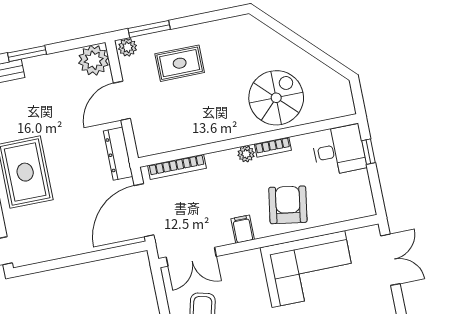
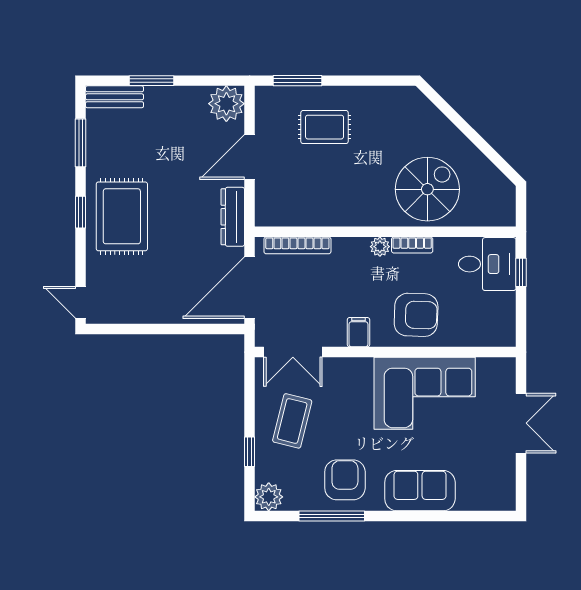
plant: (128, 47) -> (268, 97), removed
armchair: (288, 205) -> (416, 315), turned 83
double door: (390, 260) -> (521, 423), moved

